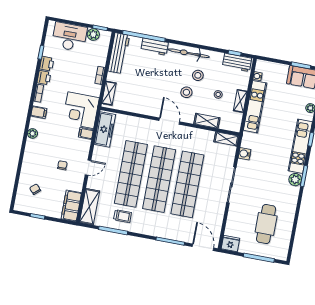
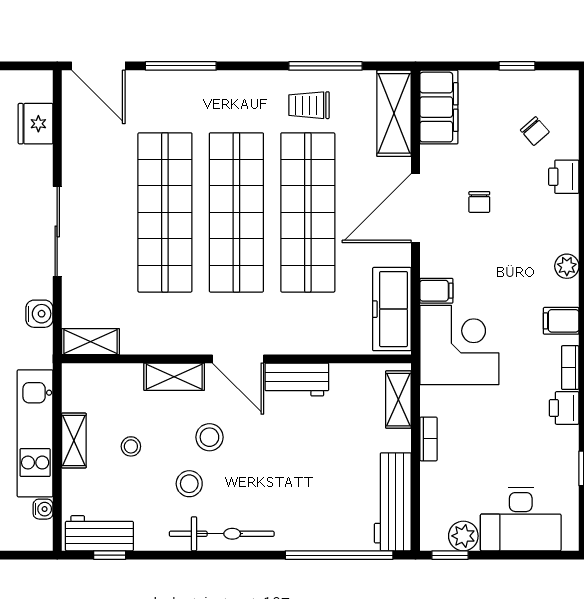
workbench: (155, 47) -> (297, 380), moved, turned 180
printer: (47, 64) -> (564, 177), moved
shelving: (207, 121) -> (174, 377), moved
door: (88, 168) -> (416, 208), width x1.87
fridge: (230, 244) -> (36, 124), moved, turned 90

